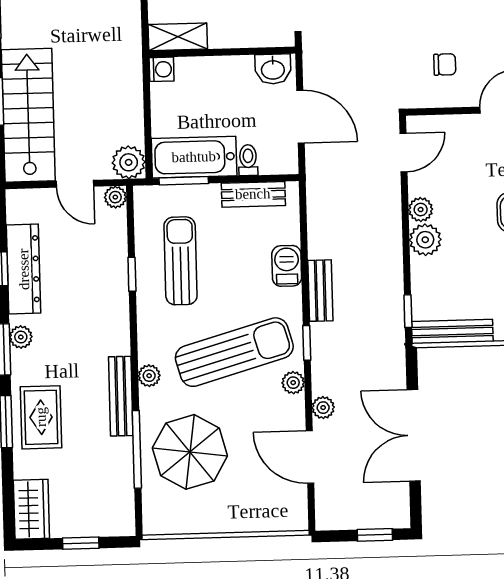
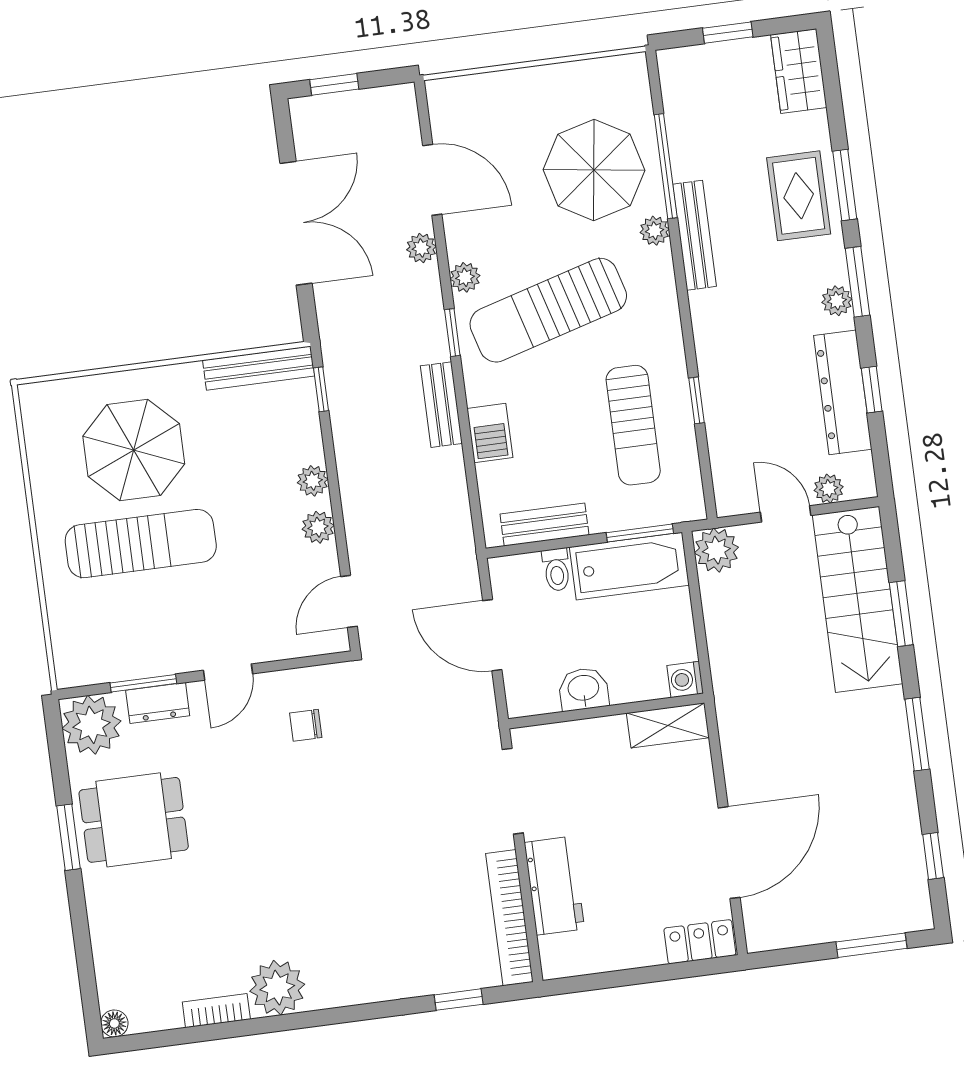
washbasin: (273, 69) -> (584, 689), moved
plant: (115, 197) -> (829, 489), moved
plant: (425, 240) -> (313, 481), width x0.73, depth x0.73
plant: (149, 376) -> (655, 231), moved

